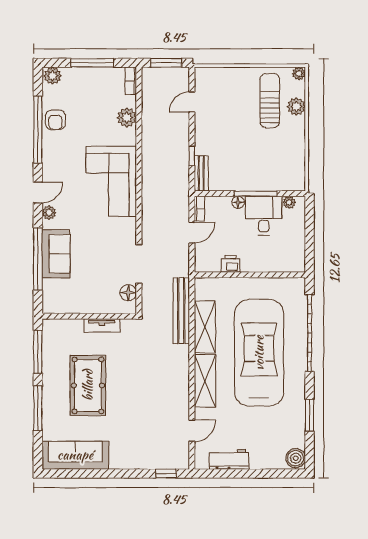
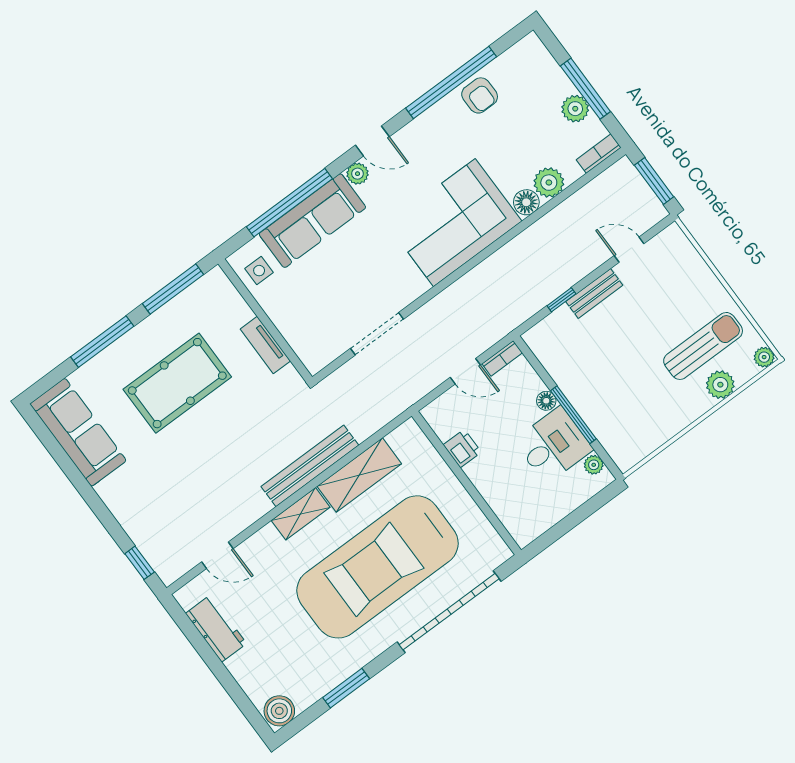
plant: (53, 76) -> (575, 109), moved
armchair: (55, 120) -> (480, 95), turned -90
bench: (201, 173) -> (594, 293), moved
sofa: (56, 254) -> (312, 221), width x1.36
floor lamp: (128, 293) -> (526, 202), moved
side table: (61, 300) -> (259, 271), added
bench: (181, 311) -> (310, 466), moved
car: (259, 353) -> (377, 567), turned 180
shelving: (205, 381) -> (301, 514), width x0.67, depth x0.75

